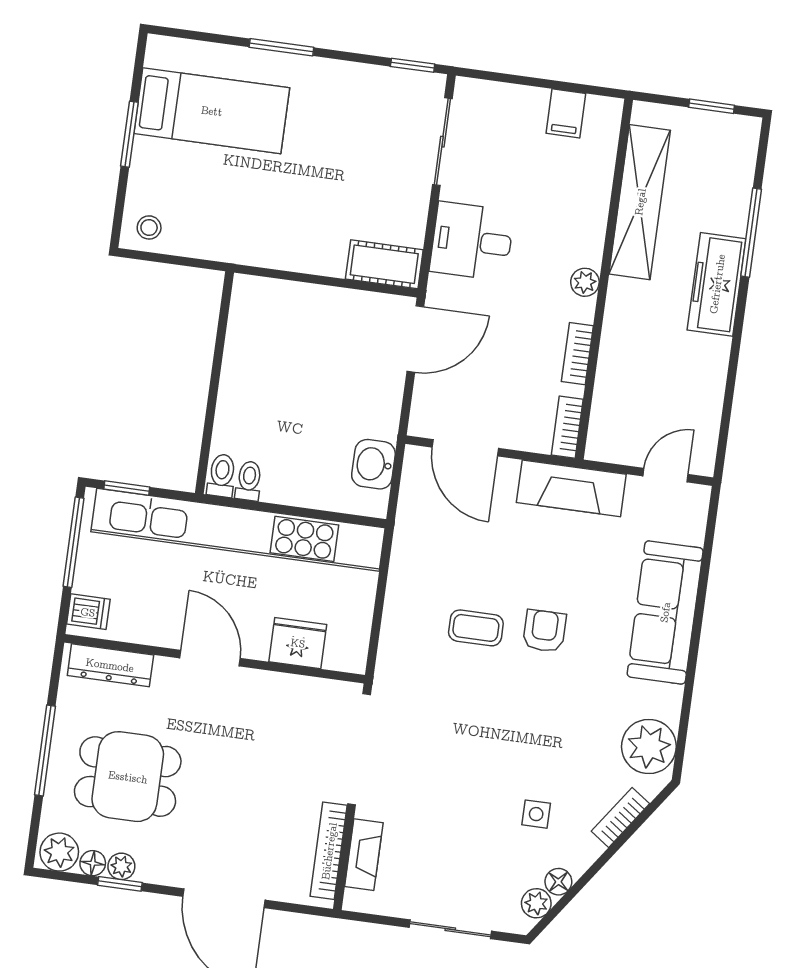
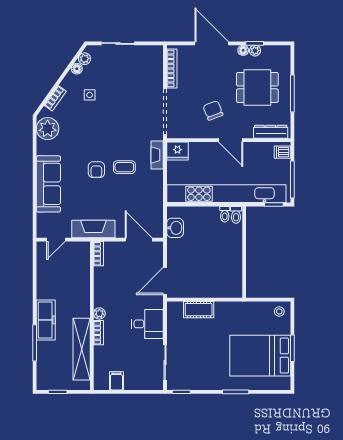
bed: (212, 111) -> (260, 356), width x1.50
cot: (384, 264) -> (199, 310), moved
bookcase: (577, 354) -> (98, 333), moved
fridge: (298, 643) -> (177, 151), moved
chair: (243, 736) -> (213, 110), added
plant: (59, 852) -> (281, 53), removed
fireplace: (364, 855) -> (157, 155), moved
floor lamp: (93, 863) -> (243, 50), moved

